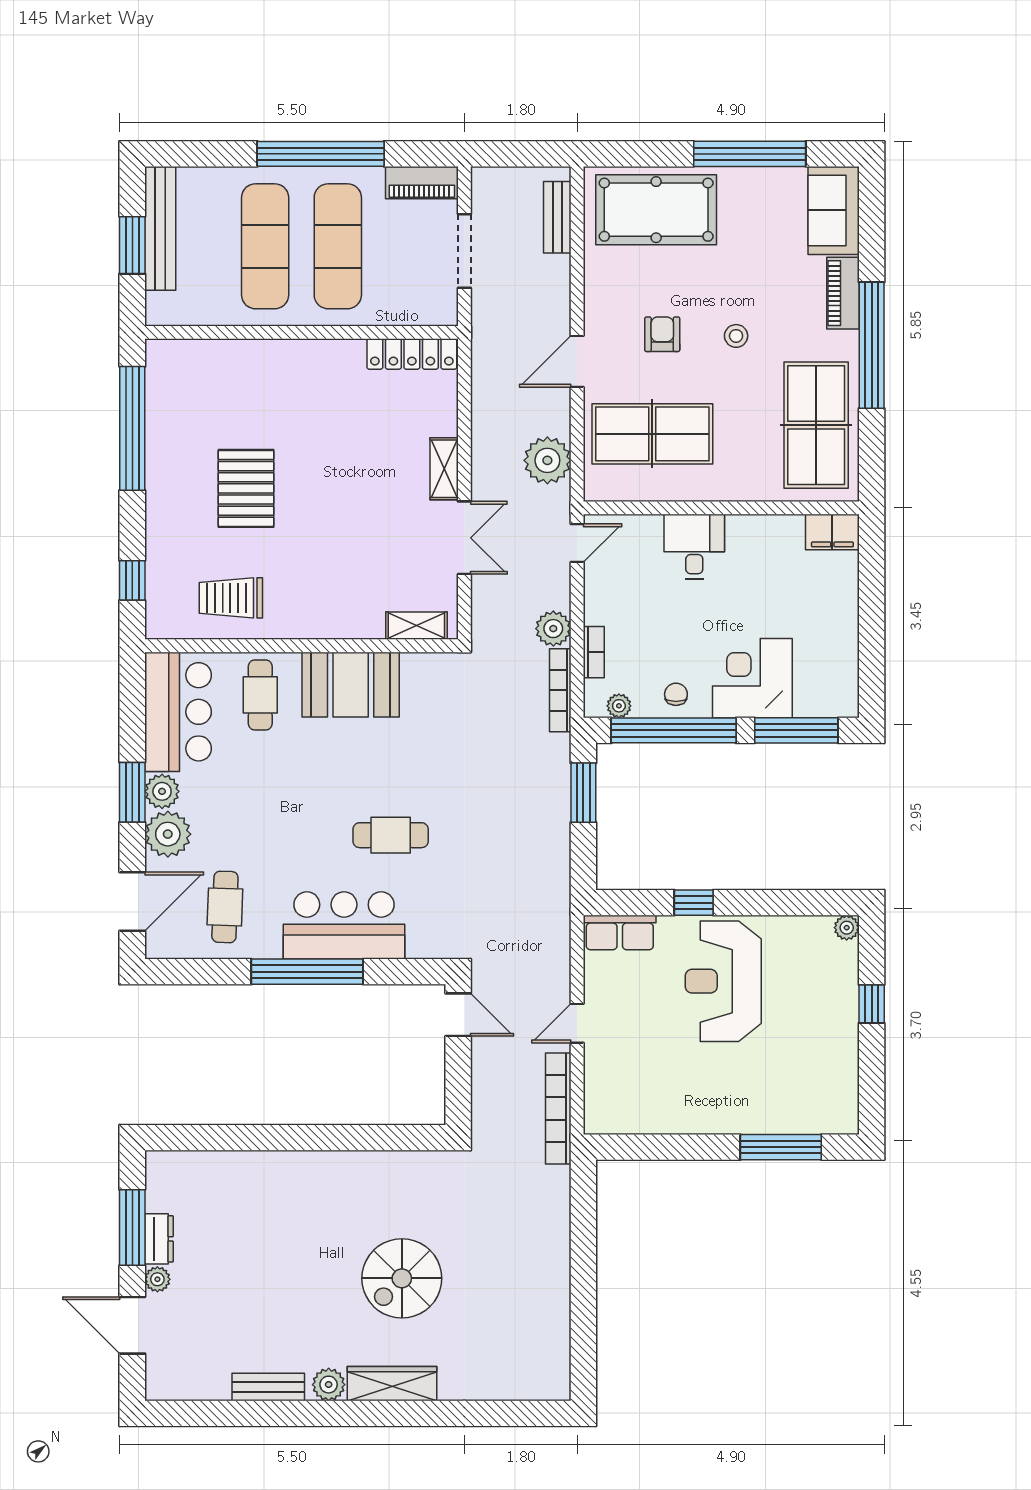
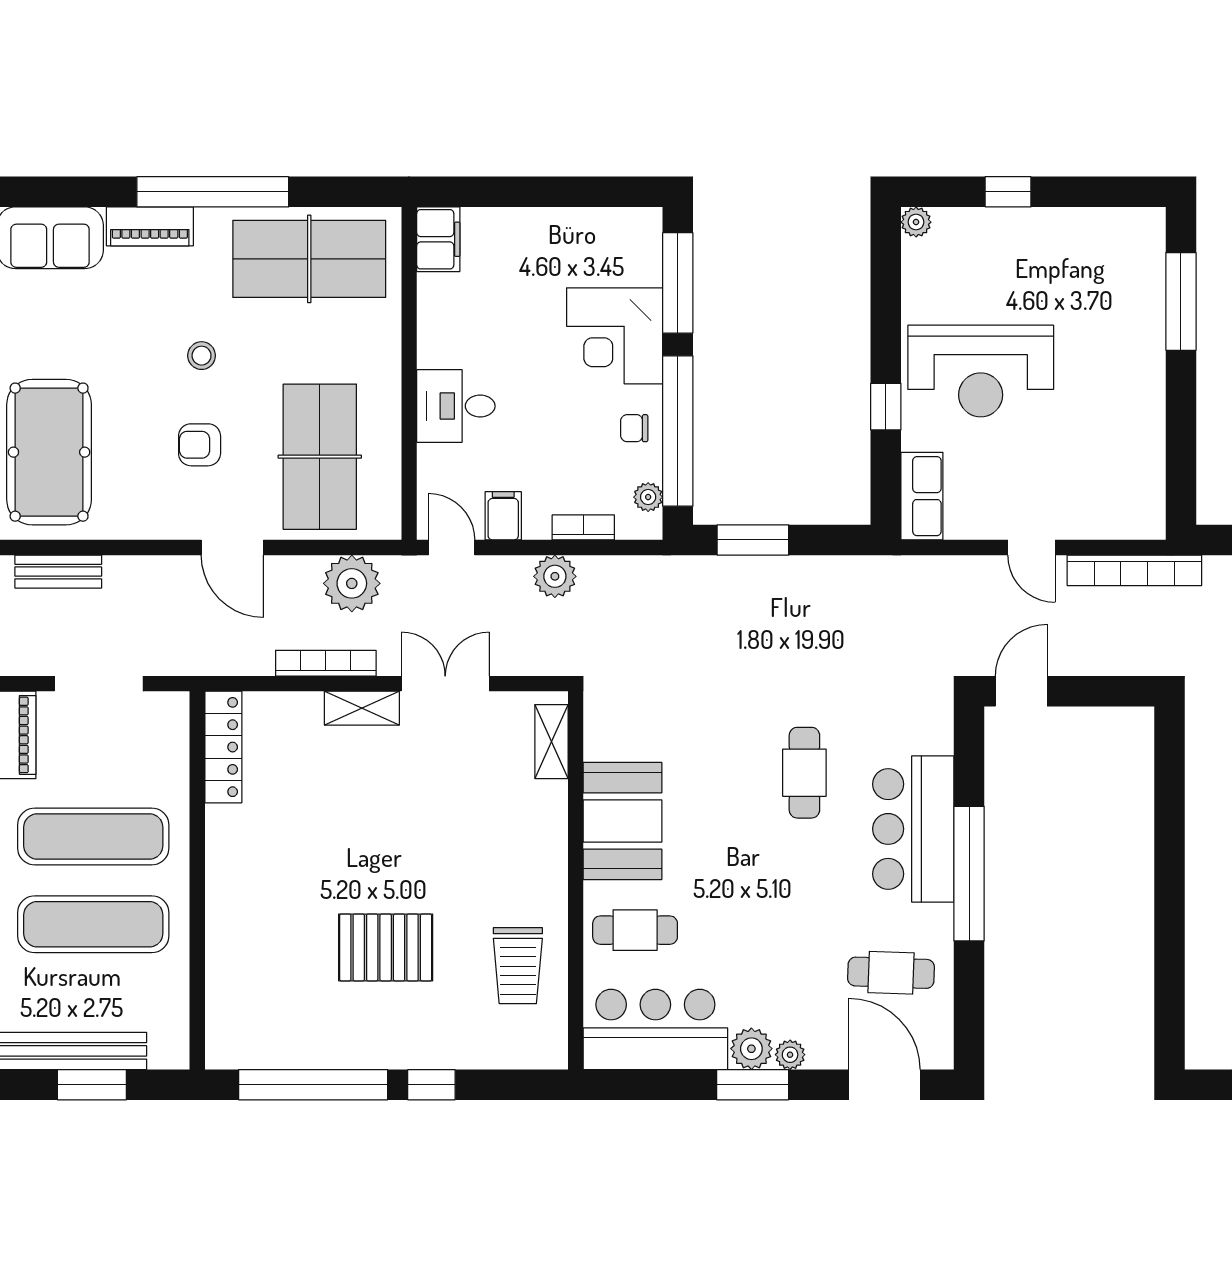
window: (132, 580) -> (431, 1085), moved
filing cabinet: (603, 586) -> (503, 516), added
bookcase: (560, 690) -> (326, 663), moved, turned 180
plant: (168, 834) -> (790, 1055), width x0.53, depth x0.53

